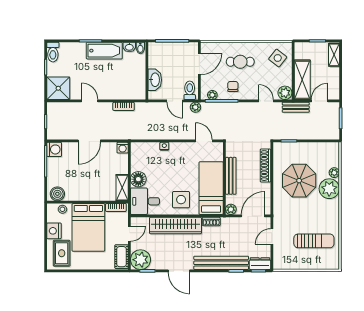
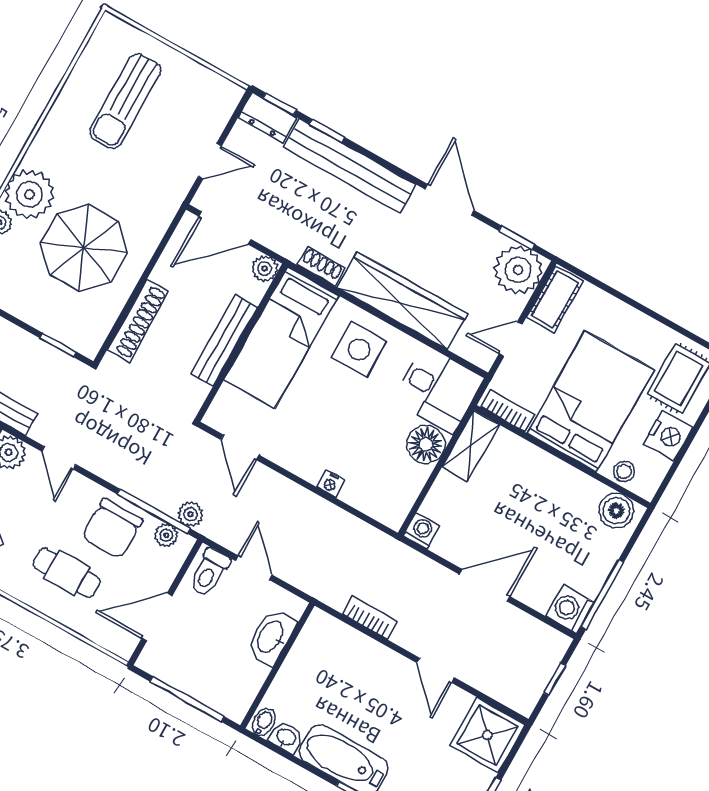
chair: (233, 86) -> (112, 529), width x1.87, depth x1.87
plant: (195, 107) -> (190, 514), moved
sun lounger: (314, 241) -> (125, 101), turned -90

